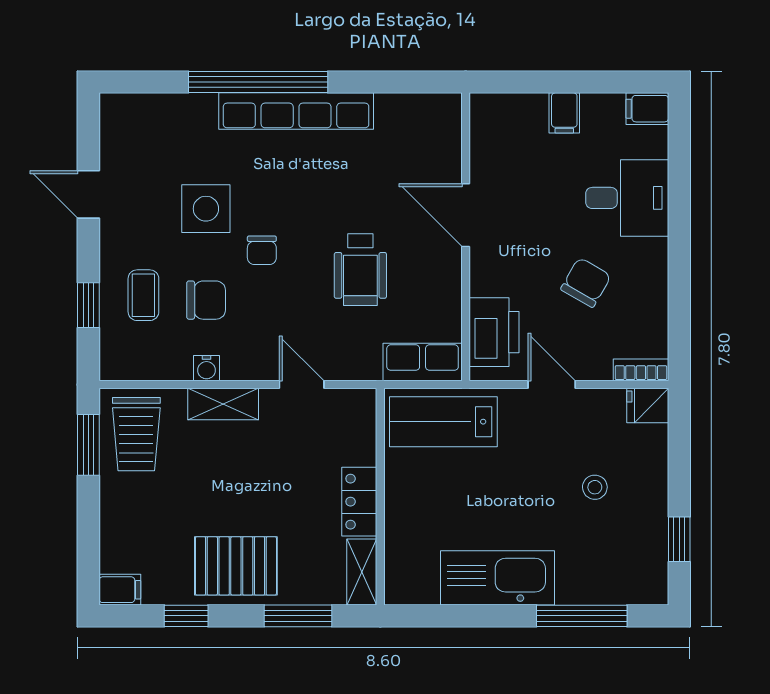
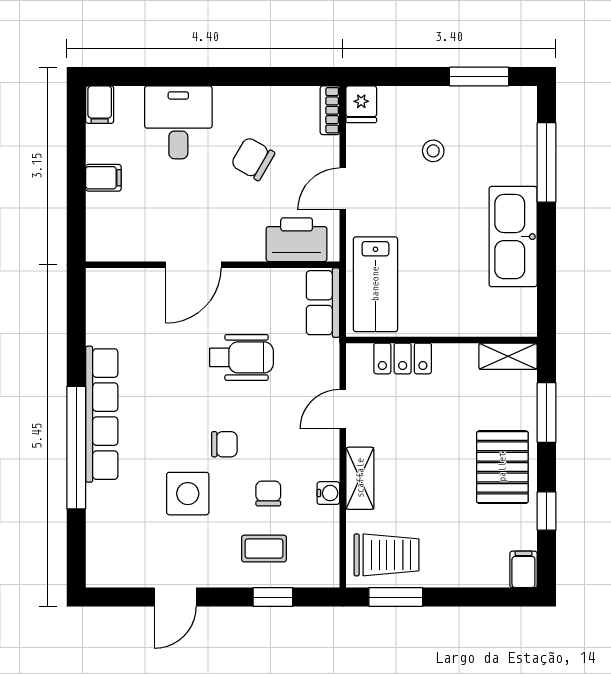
chair: (206, 300) -> (268, 493), width x0.73, depth x0.73
locker: (359, 502) -> (403, 358), moved
window: (679, 539) -> (479, 77), width x1.50

